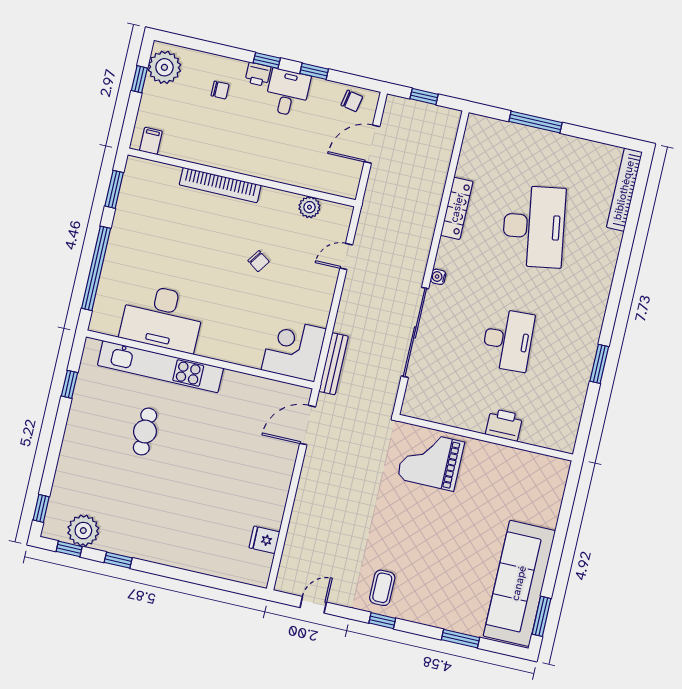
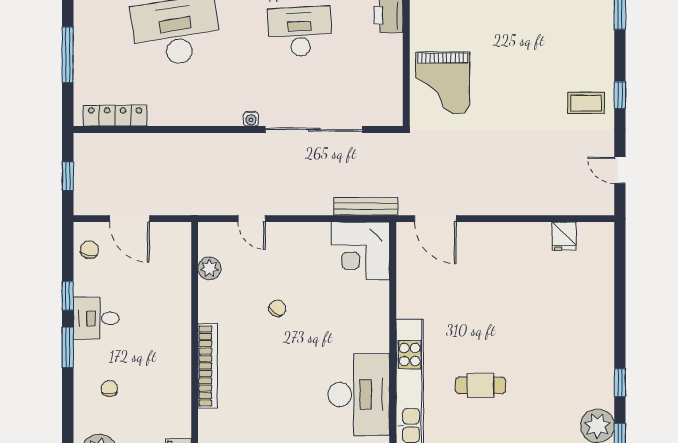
window: (267, 60) -> (68, 347), width x1.50
printer: (258, 74) -> (84, 353), removed
locker: (457, 208) -> (115, 116), moved

